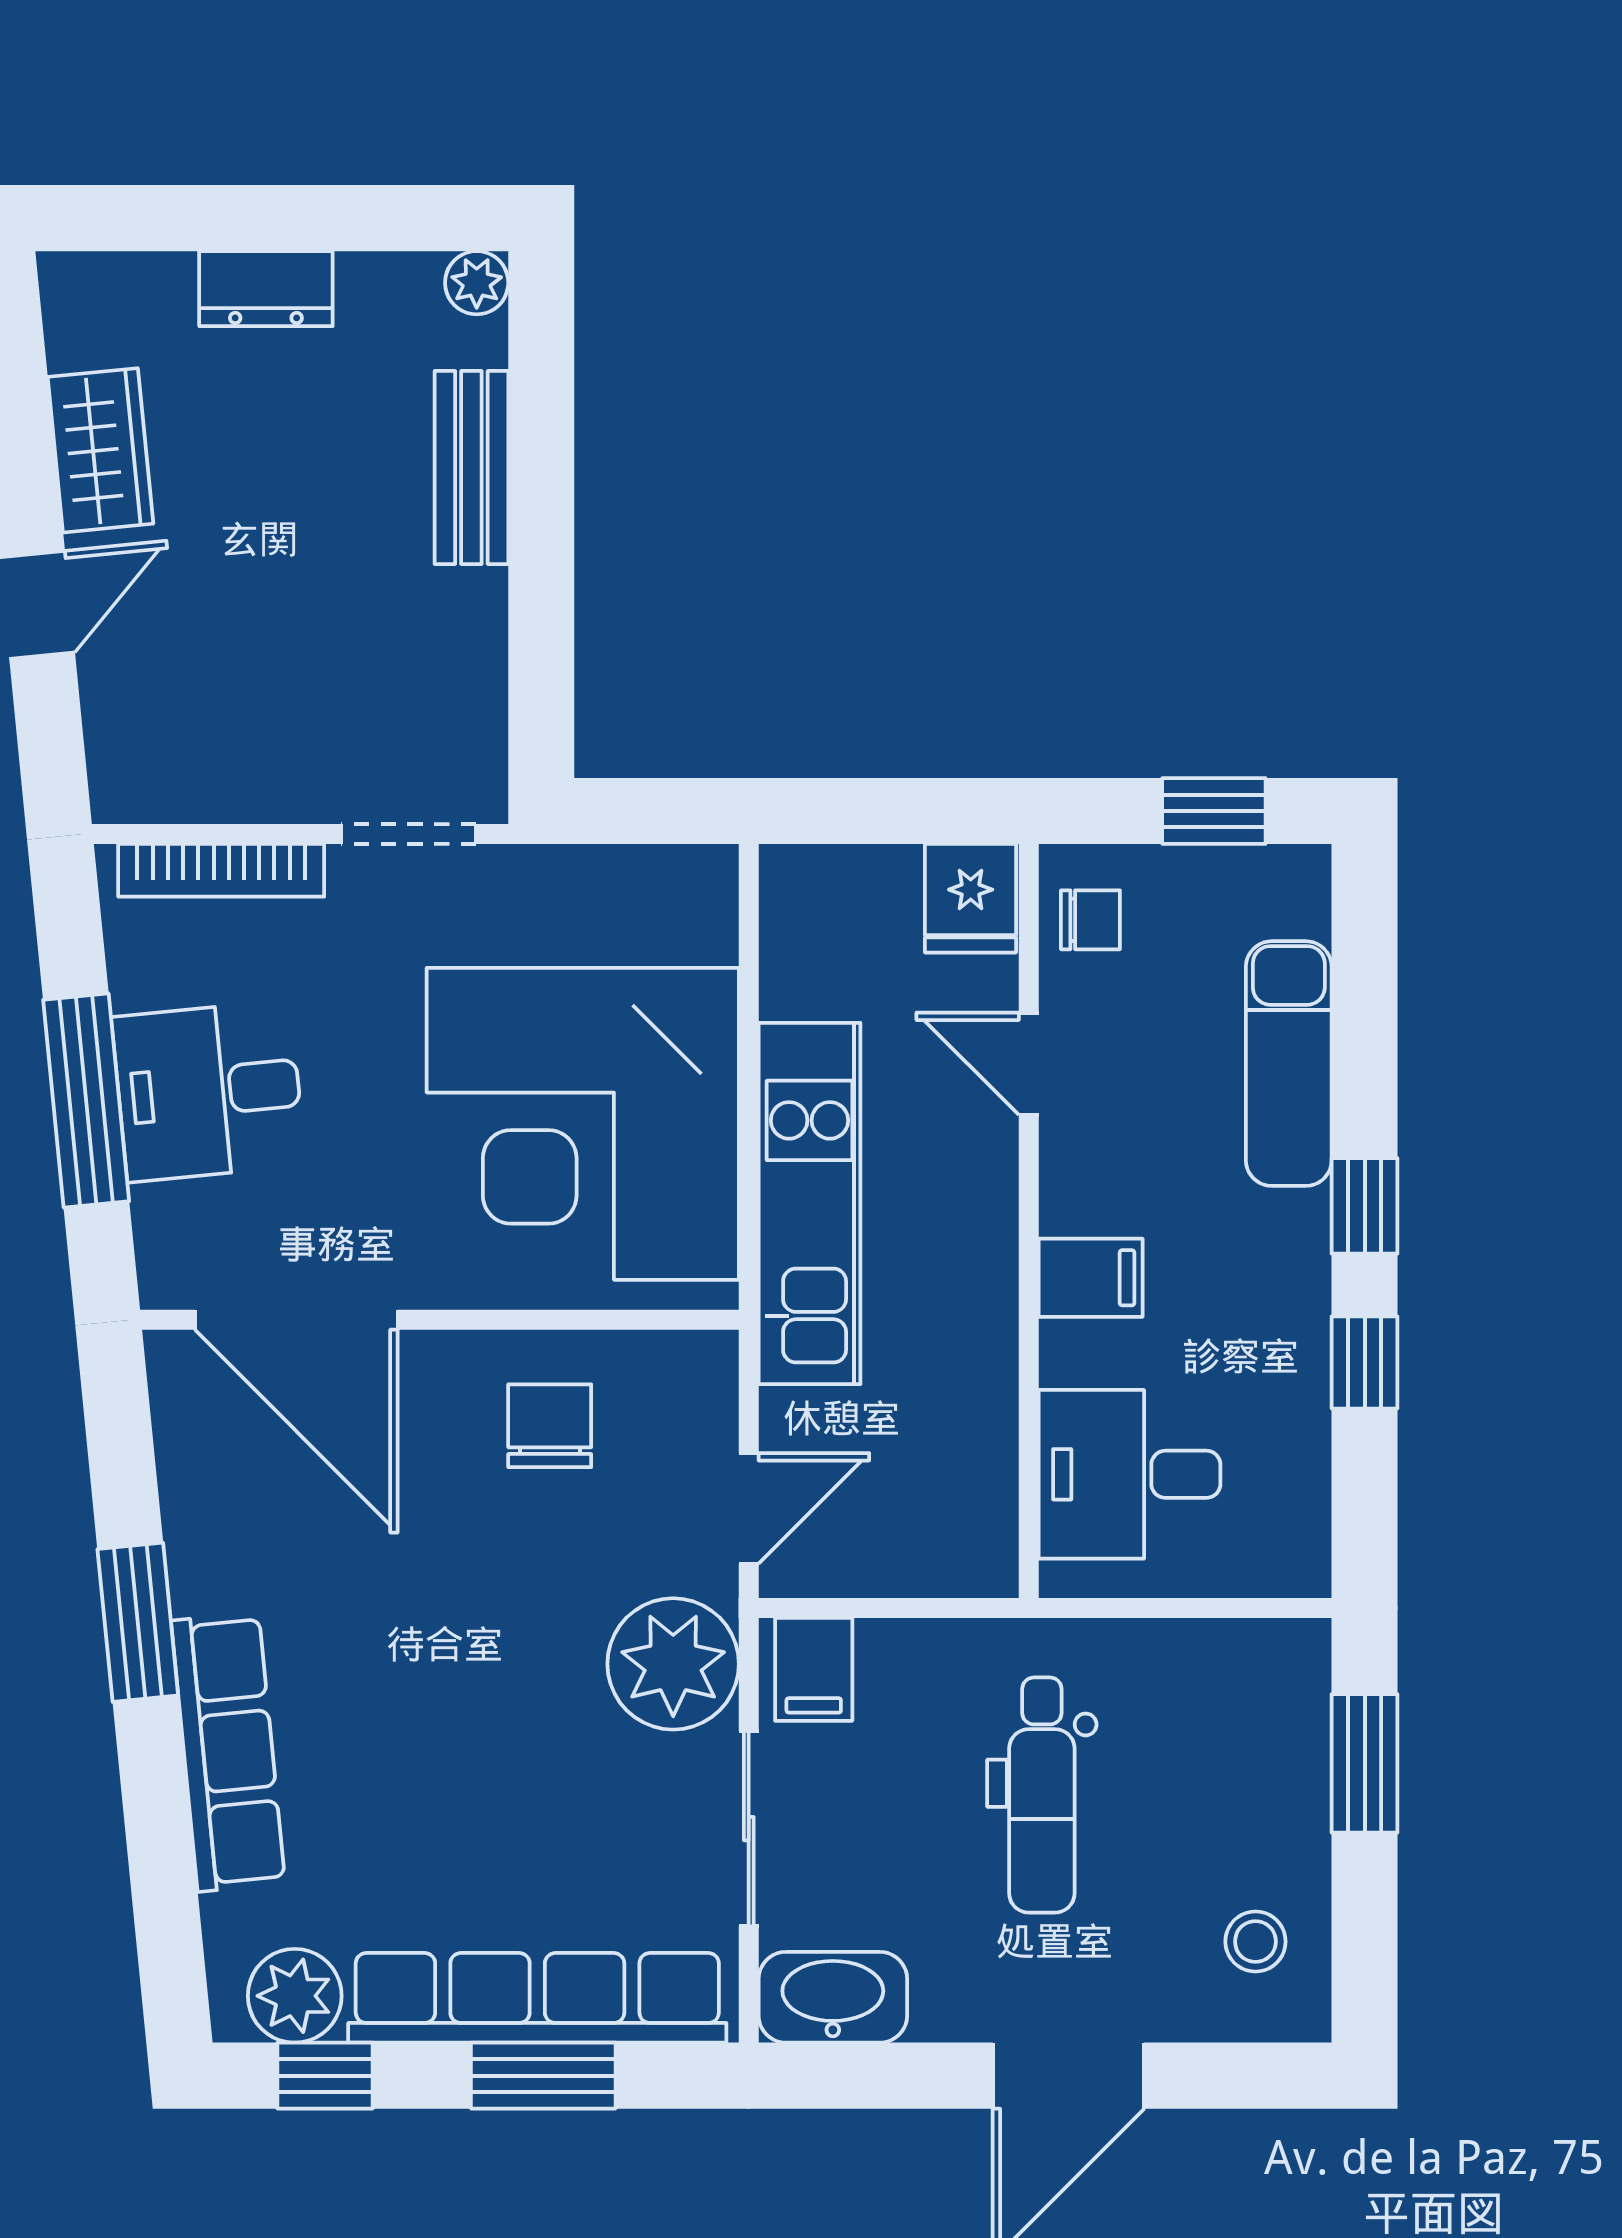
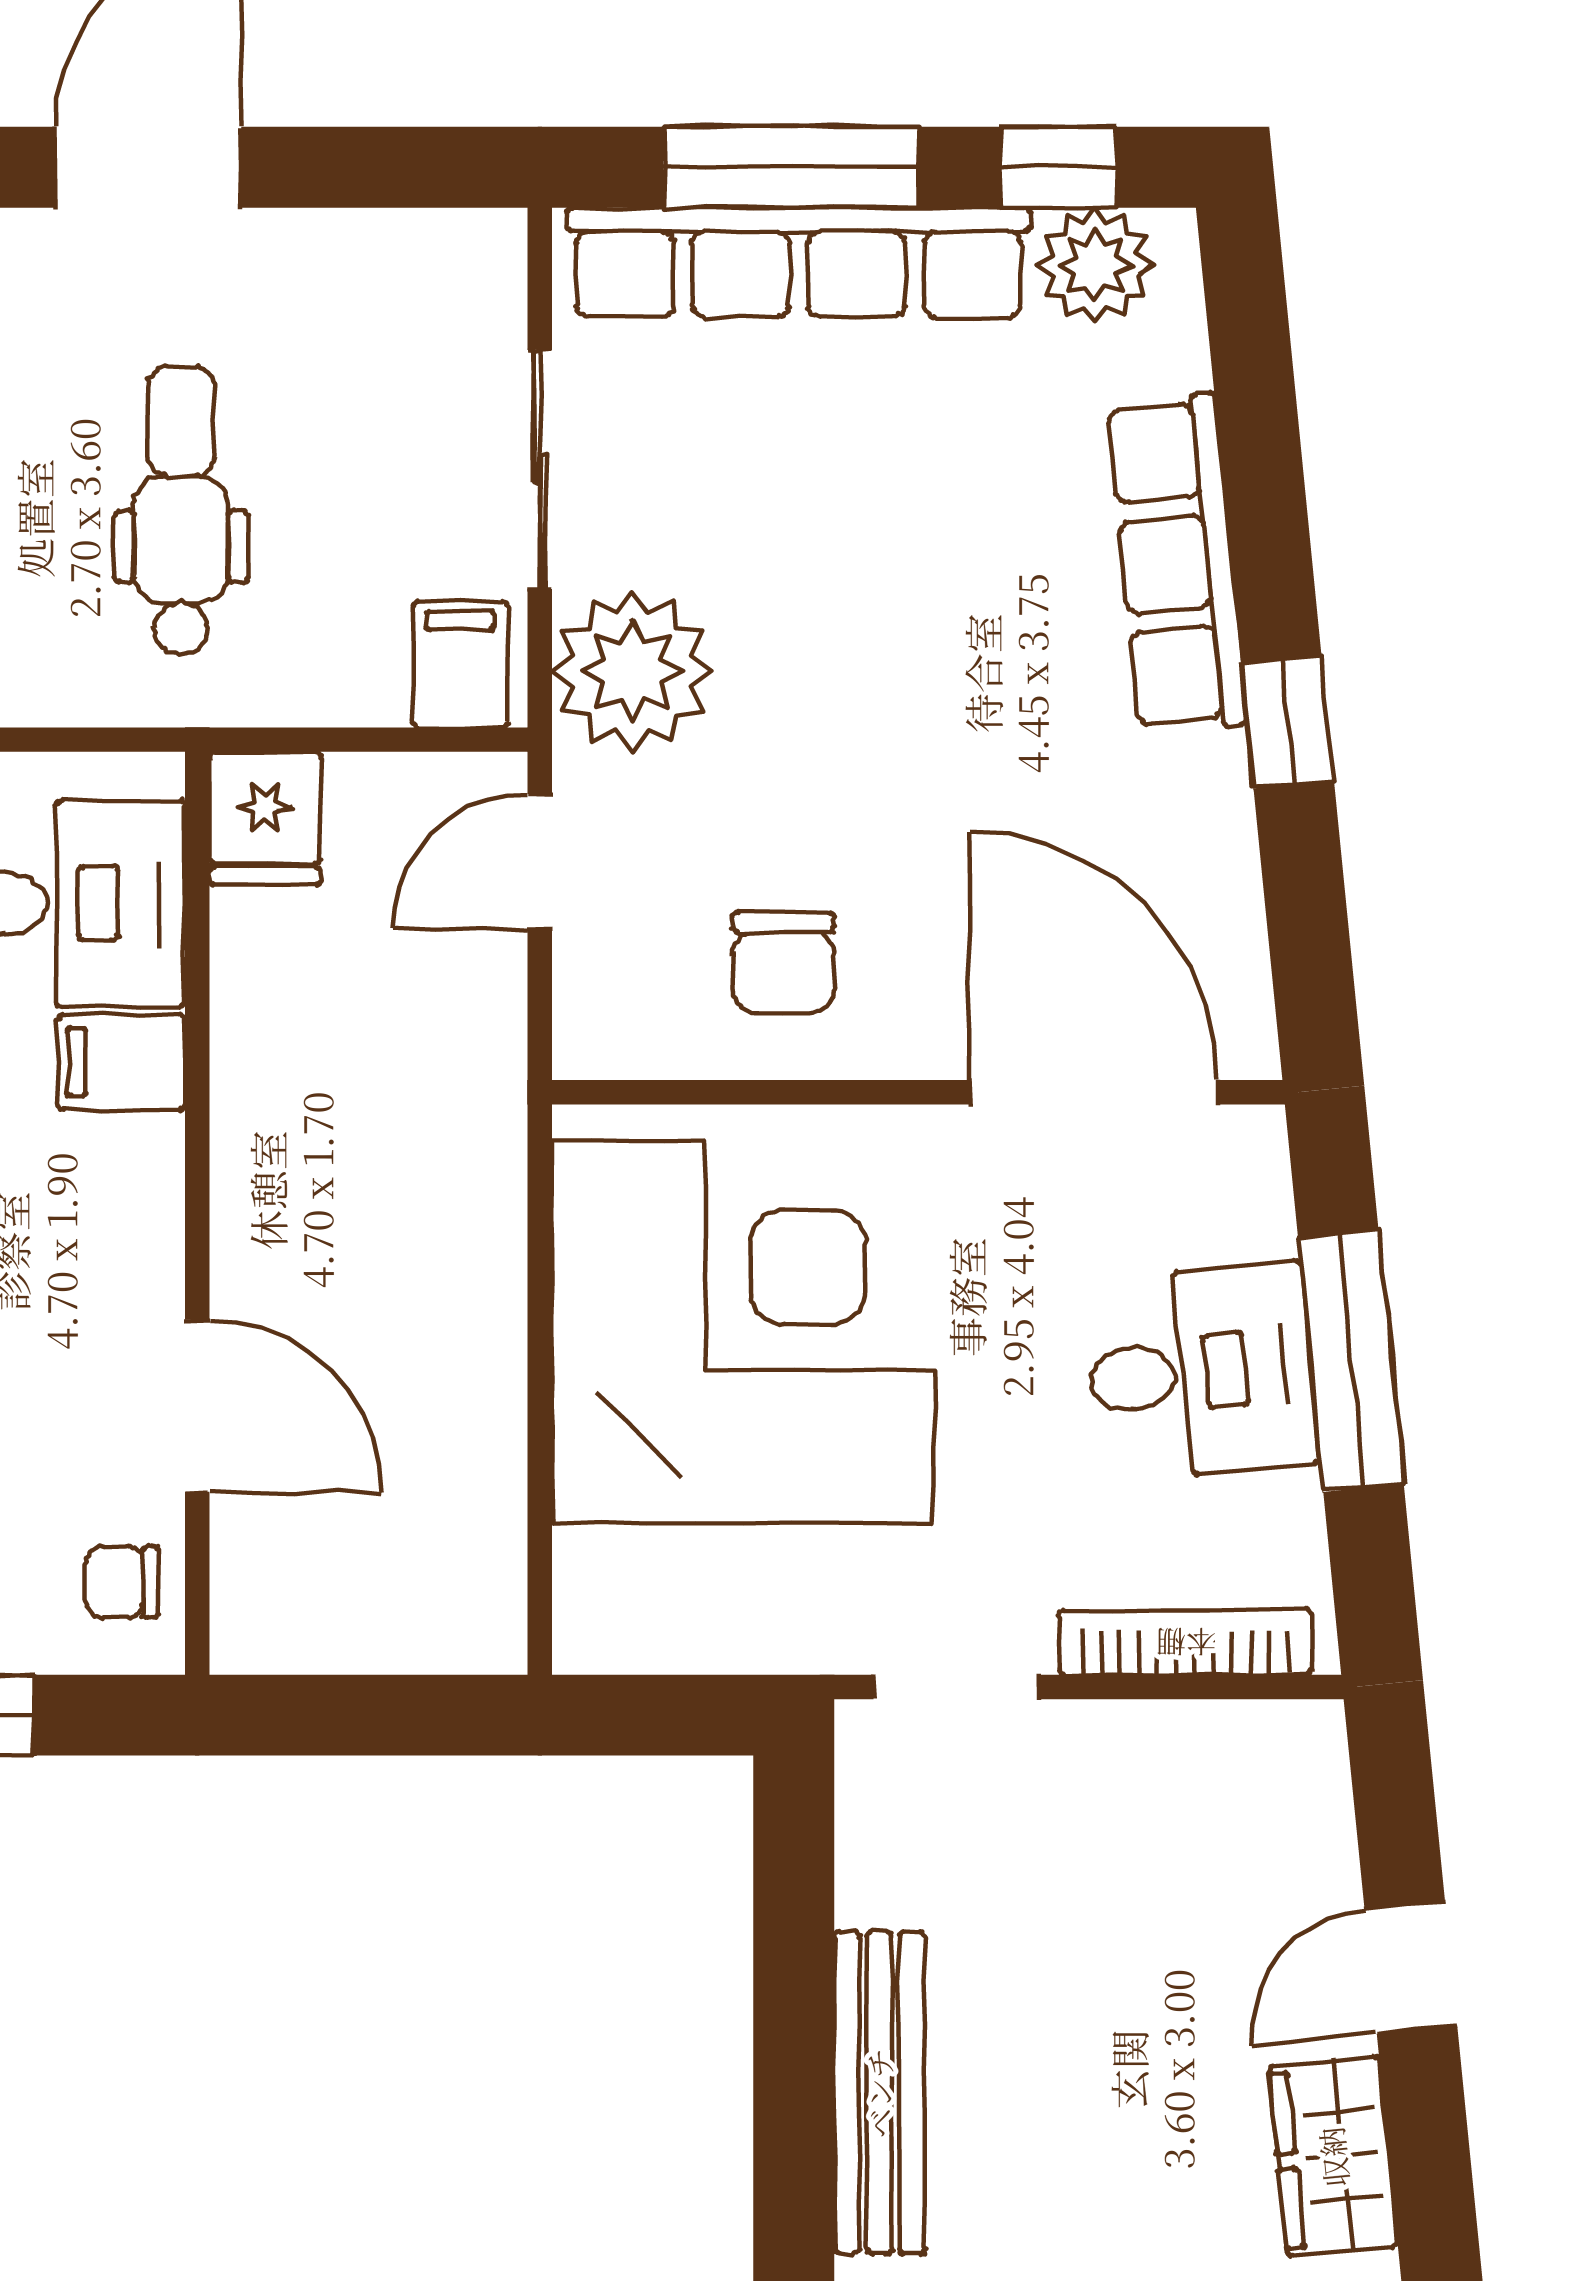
bench: (471, 468) -> (879, 2093), width x1.36
fridge: (971, 898) -> (265, 818), moved, turned 180
door: (1029, 1064) -> (197, 1406), width x1.38
kitchen unit: (809, 1204) -> (465, 1235), removed
filing cabinet: (1091, 1278) -> (121, 1062), moved
window: (138, 1622) -> (1288, 722), width x0.67
washbasin: (833, 1997) -> (437, 263), removed
window: (543, 2076) -> (791, 167), width x1.44

